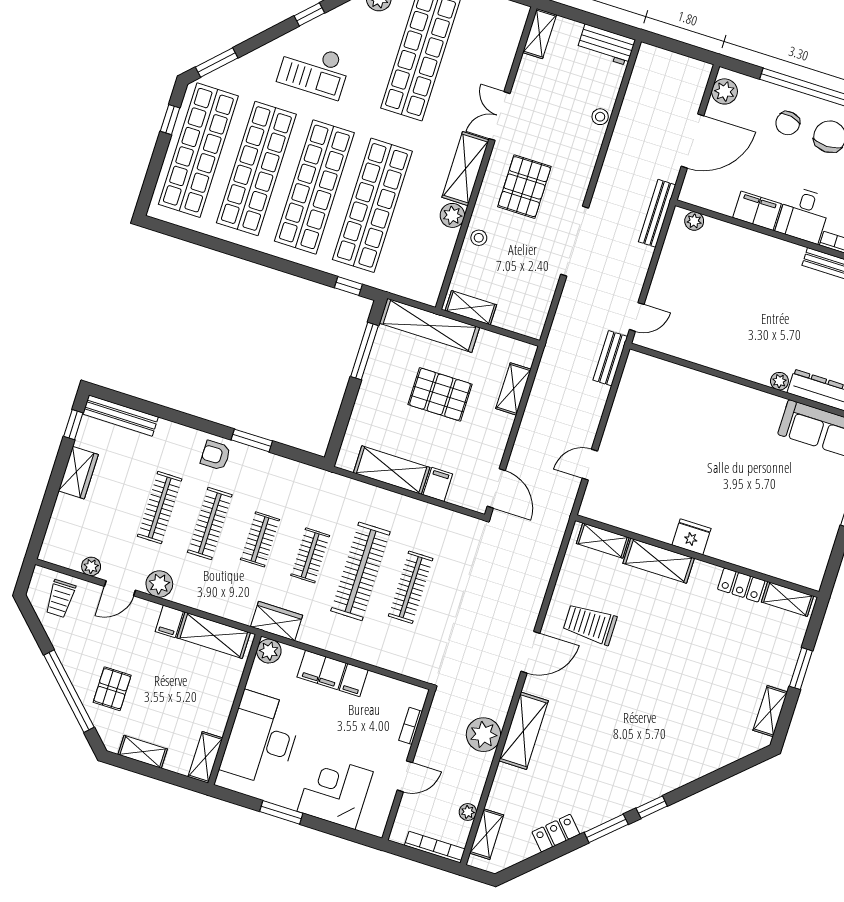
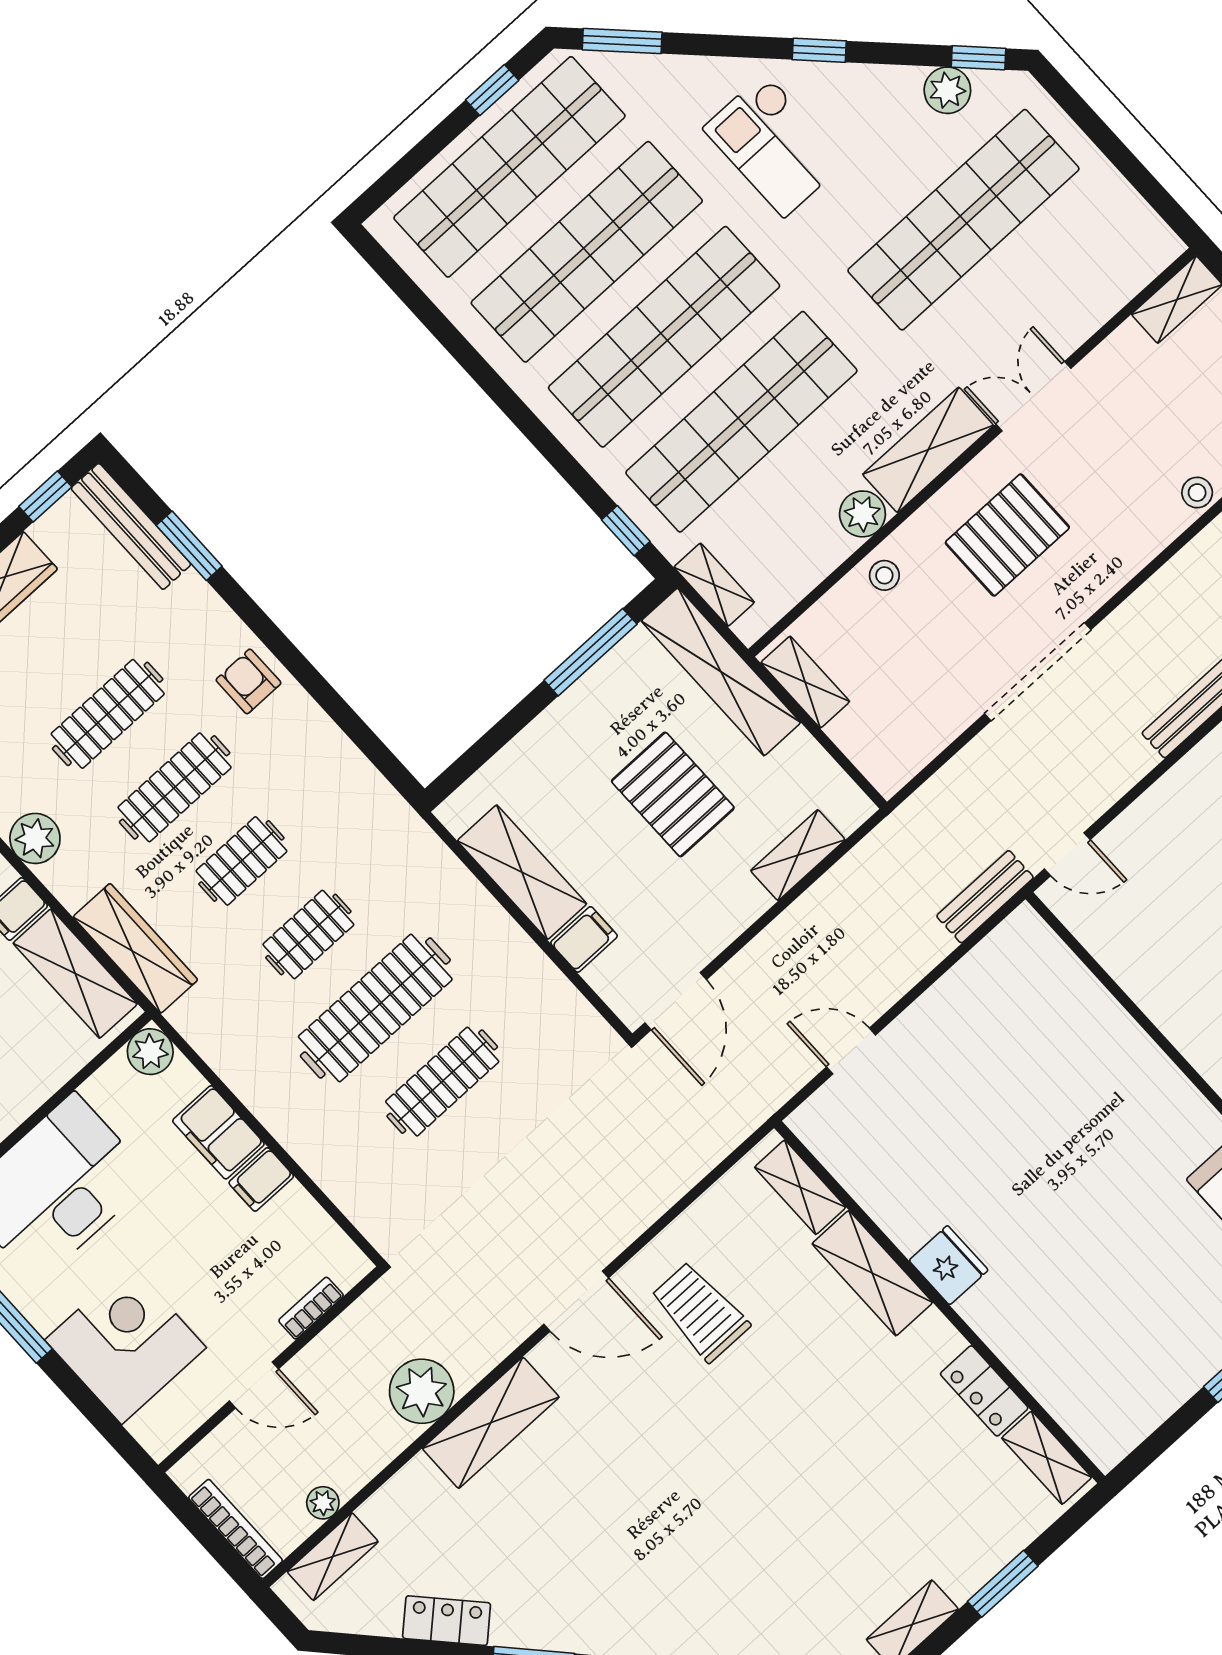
shelving: (403, 287) -> (714, 585), added
window: (252, 440) -> (189, 546), moved
wardrobe: (277, 621) -> (135, 948), moved, width x1.50

